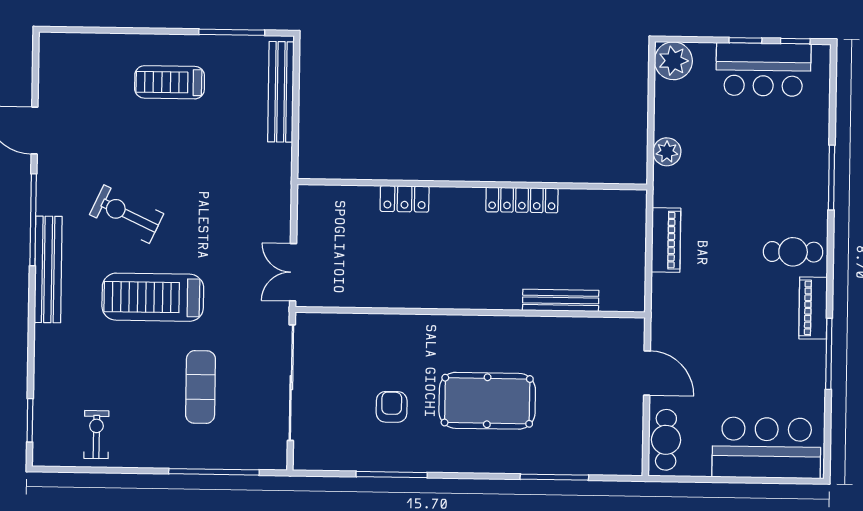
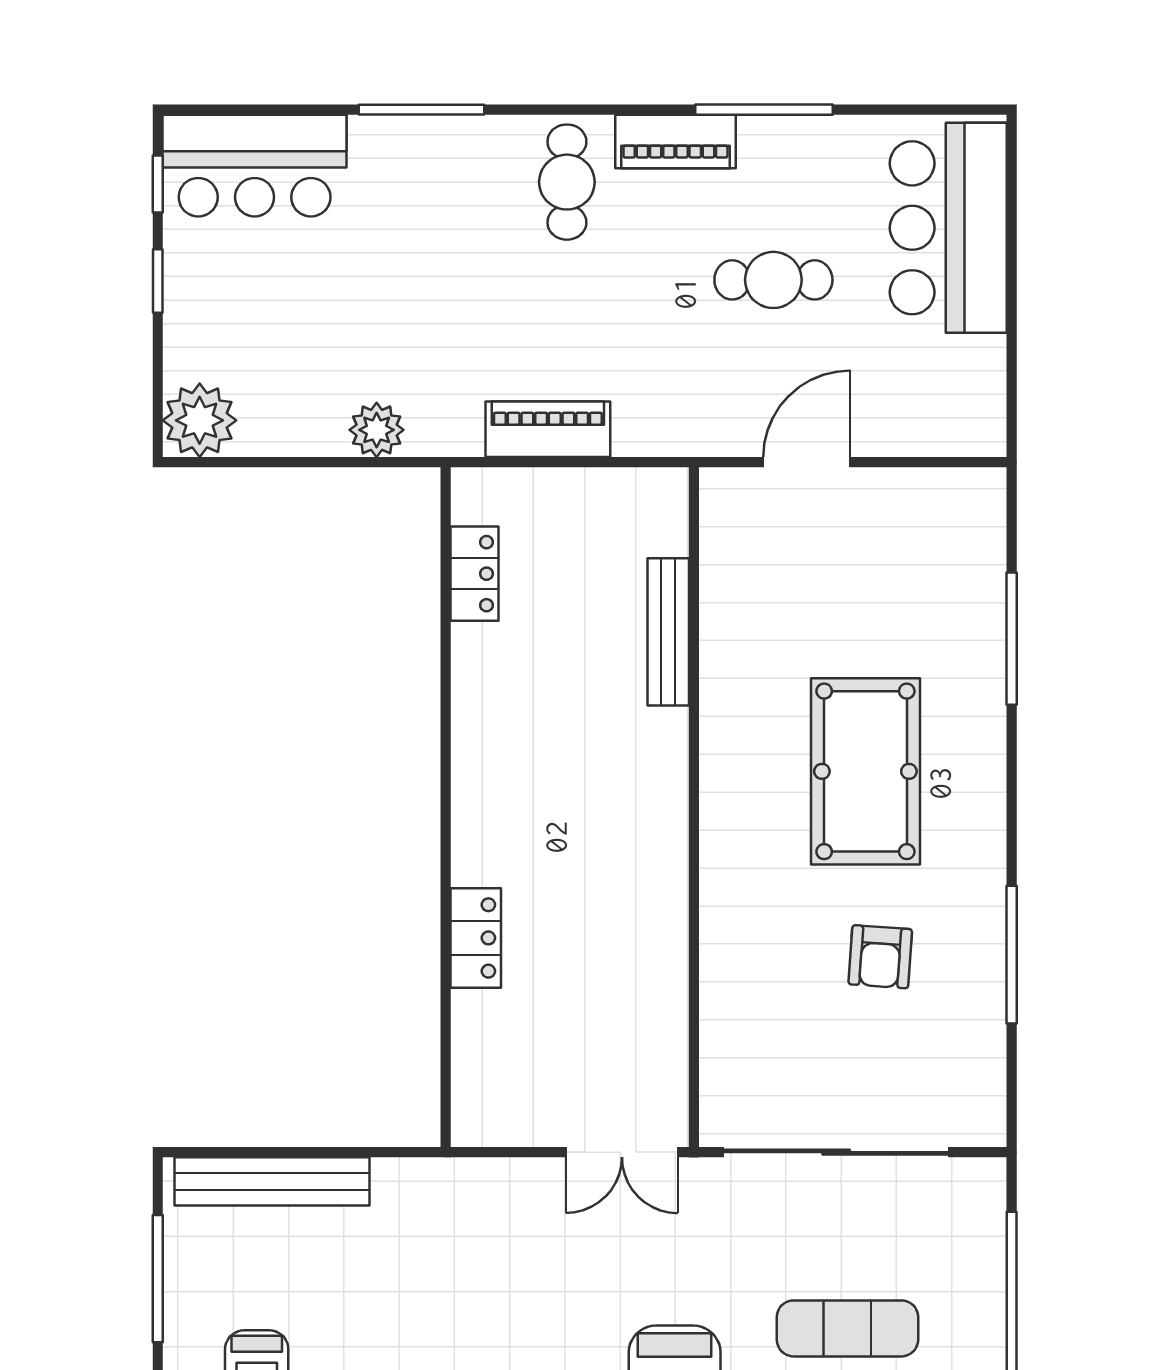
bar counter: (763, 69) -> (255, 166), moved, turned 90
locker: (522, 200) -> (475, 574), moved, width x0.66
armchair: (392, 407) -> (880, 957), turned -86
cafe table: (666, 440) -> (773, 280), moved

